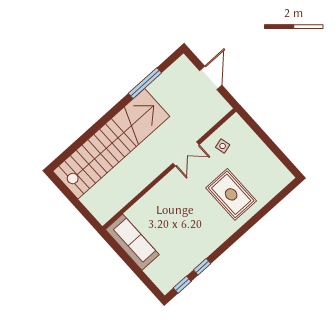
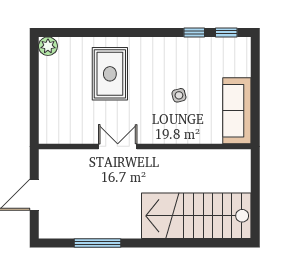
stairs: (111, 144) -> (196, 216), width x0.73
side table: (223, 146) -> (179, 95), moved
plant: (285, 177) -> (48, 46), added

